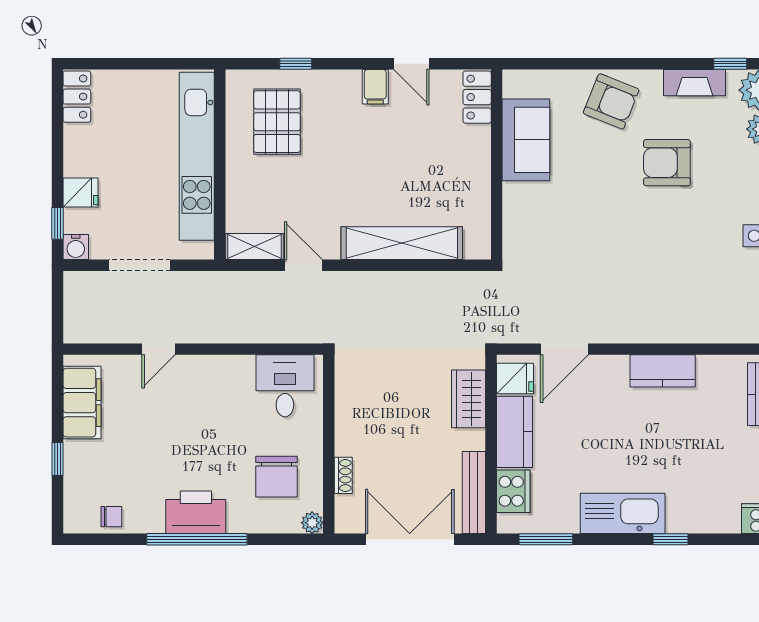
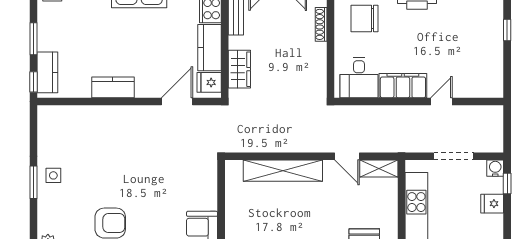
filing cabinet: (82, 403) -> (403, 86), moved, turned 90
shoe rack: (343, 475) -> (321, 24), width x1.43
chair: (276, 477) -> (365, 19), turned -90

